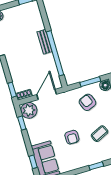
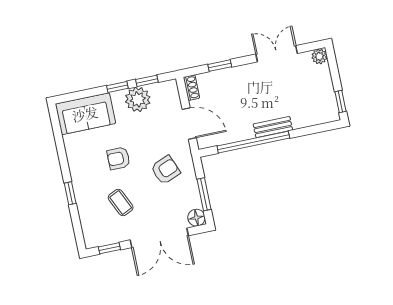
window: (12, 90) -> (220, 66), moved
armchair: (87, 102) -> (165, 170), moved
plant: (29, 110) -> (138, 99), moved
window: (33, 162) -> (117, 87), moved

